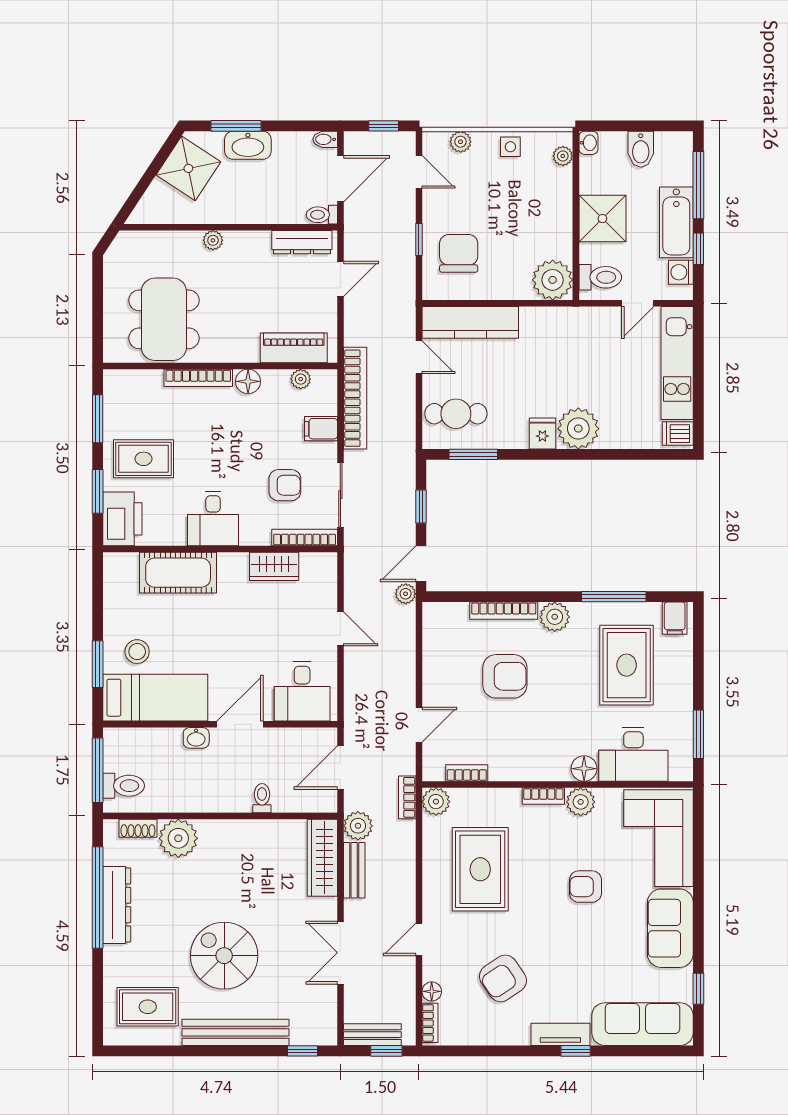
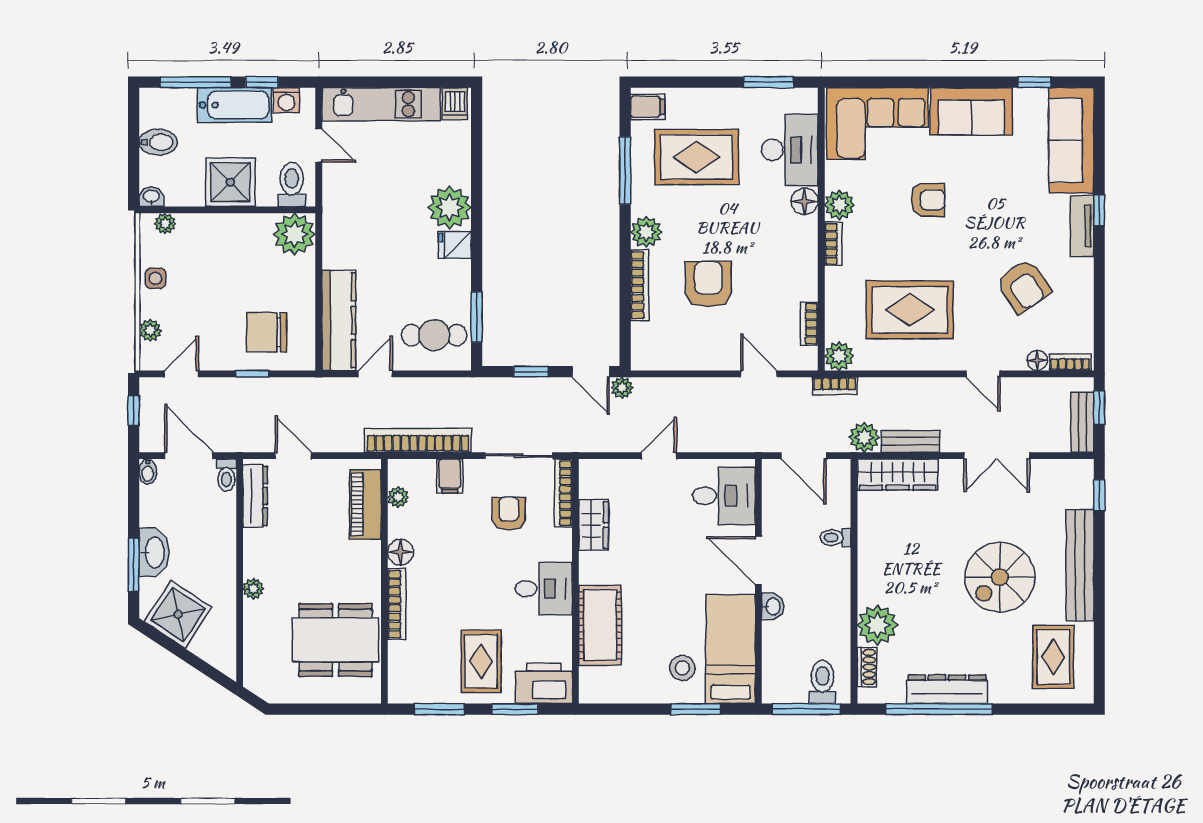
cafe table: (456, 414) -> (434, 335), turned 90
armchair: (585, 887) -> (928, 200), turned -90

